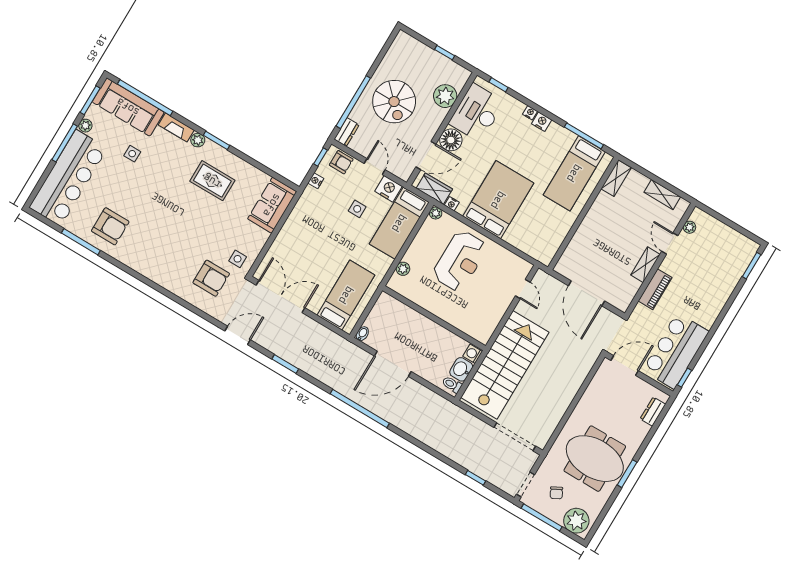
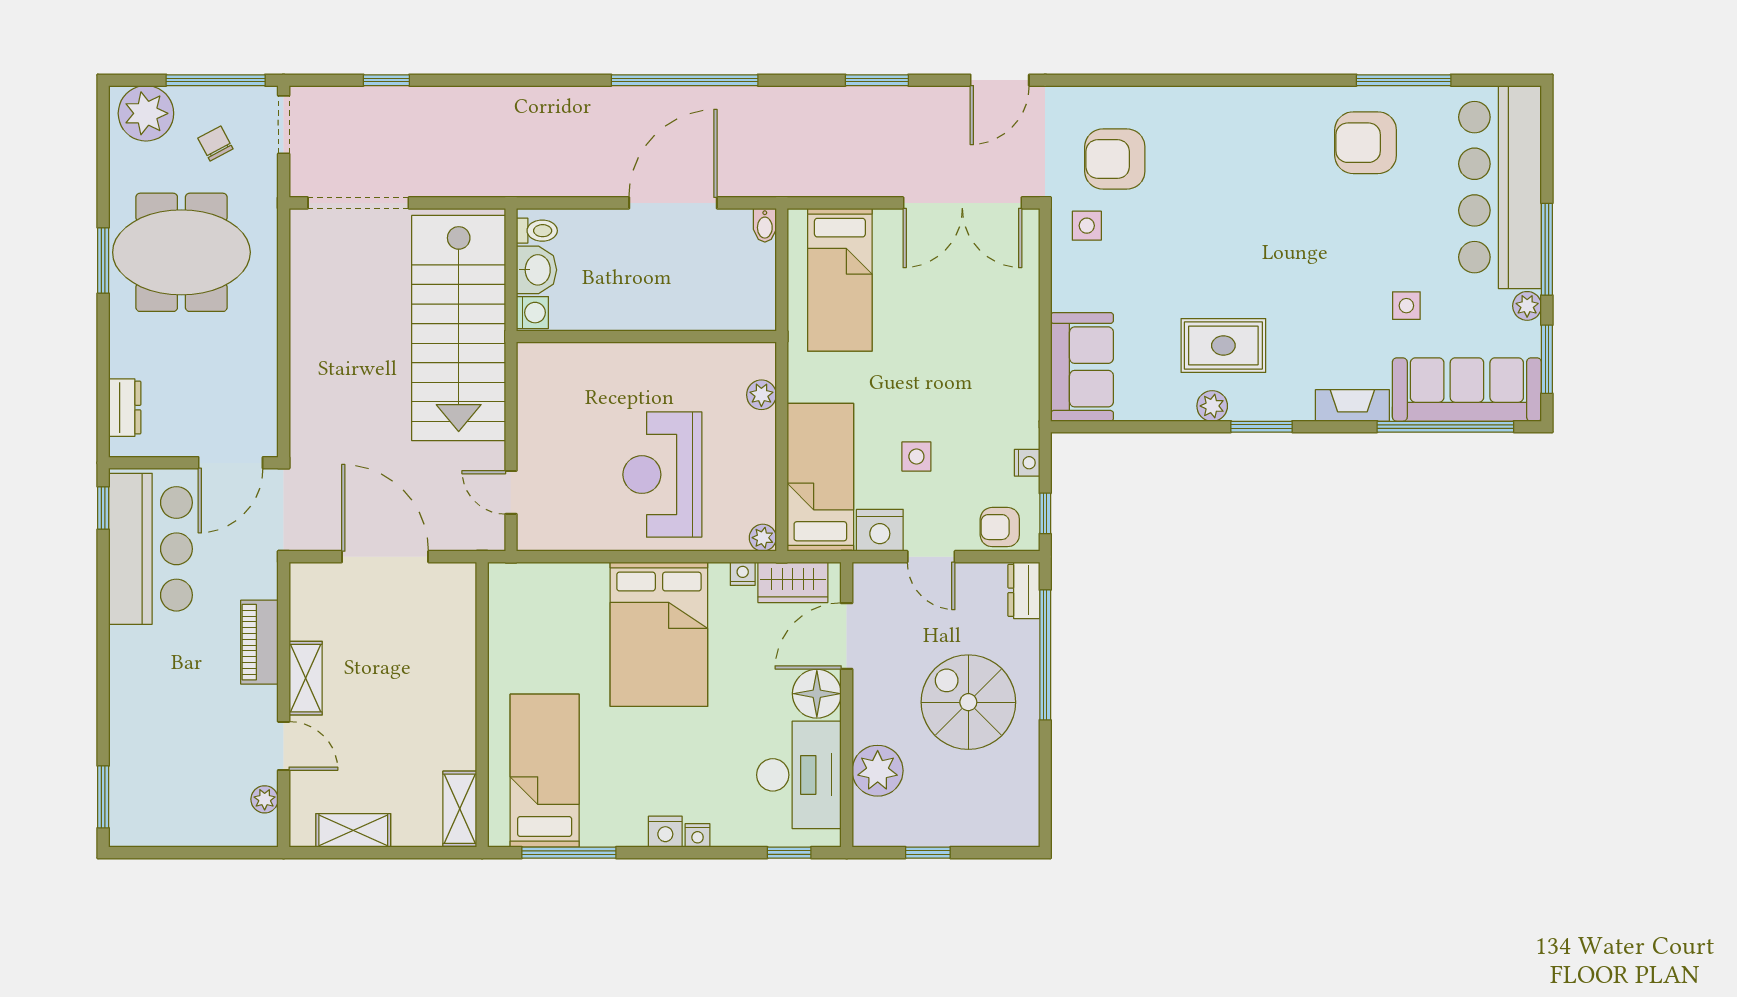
plant: (198, 140) -> (1212, 406), moved

